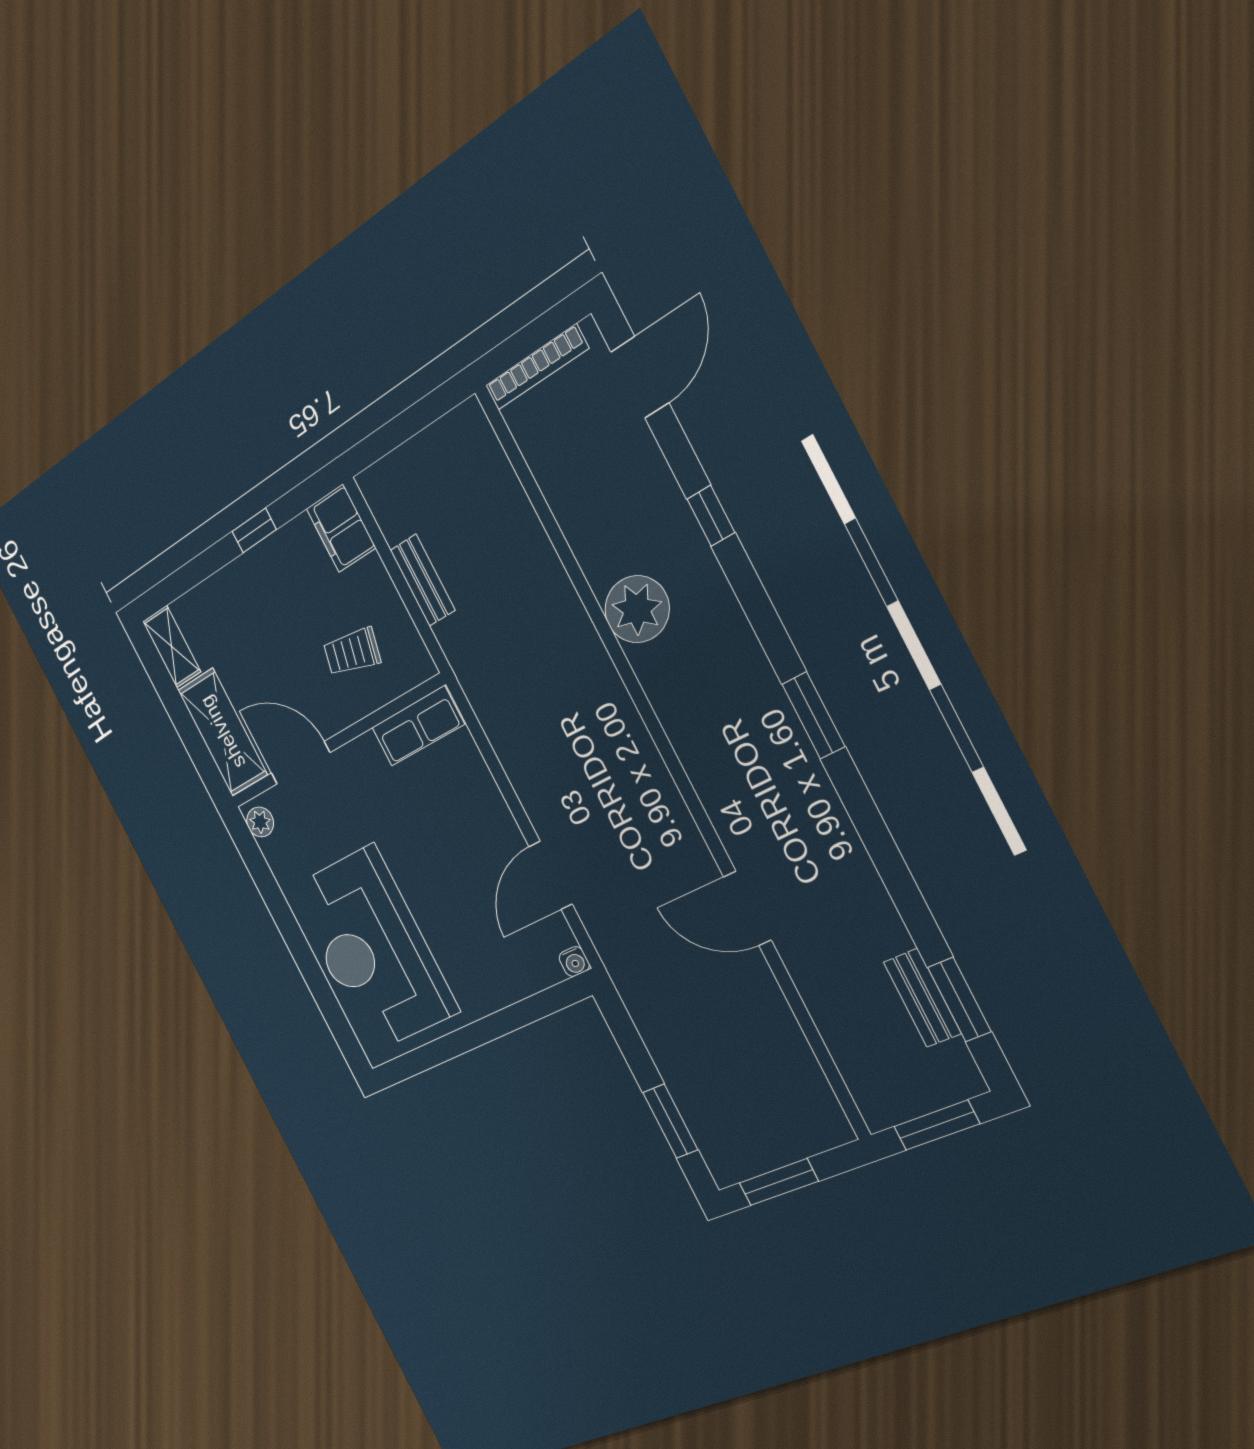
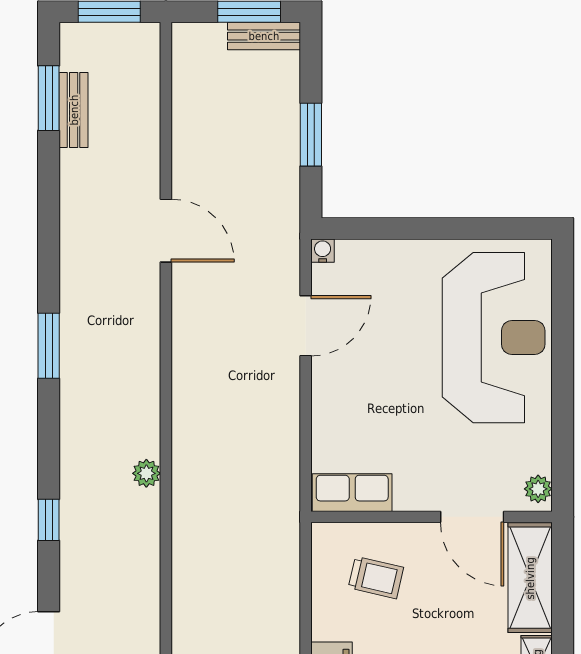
bench: (423, 580) -> (264, 36), moved, turned 90
plant: (637, 609) -> (146, 473), width x0.53, depth x0.53
window: (670, 1121) -> (311, 135), moved

